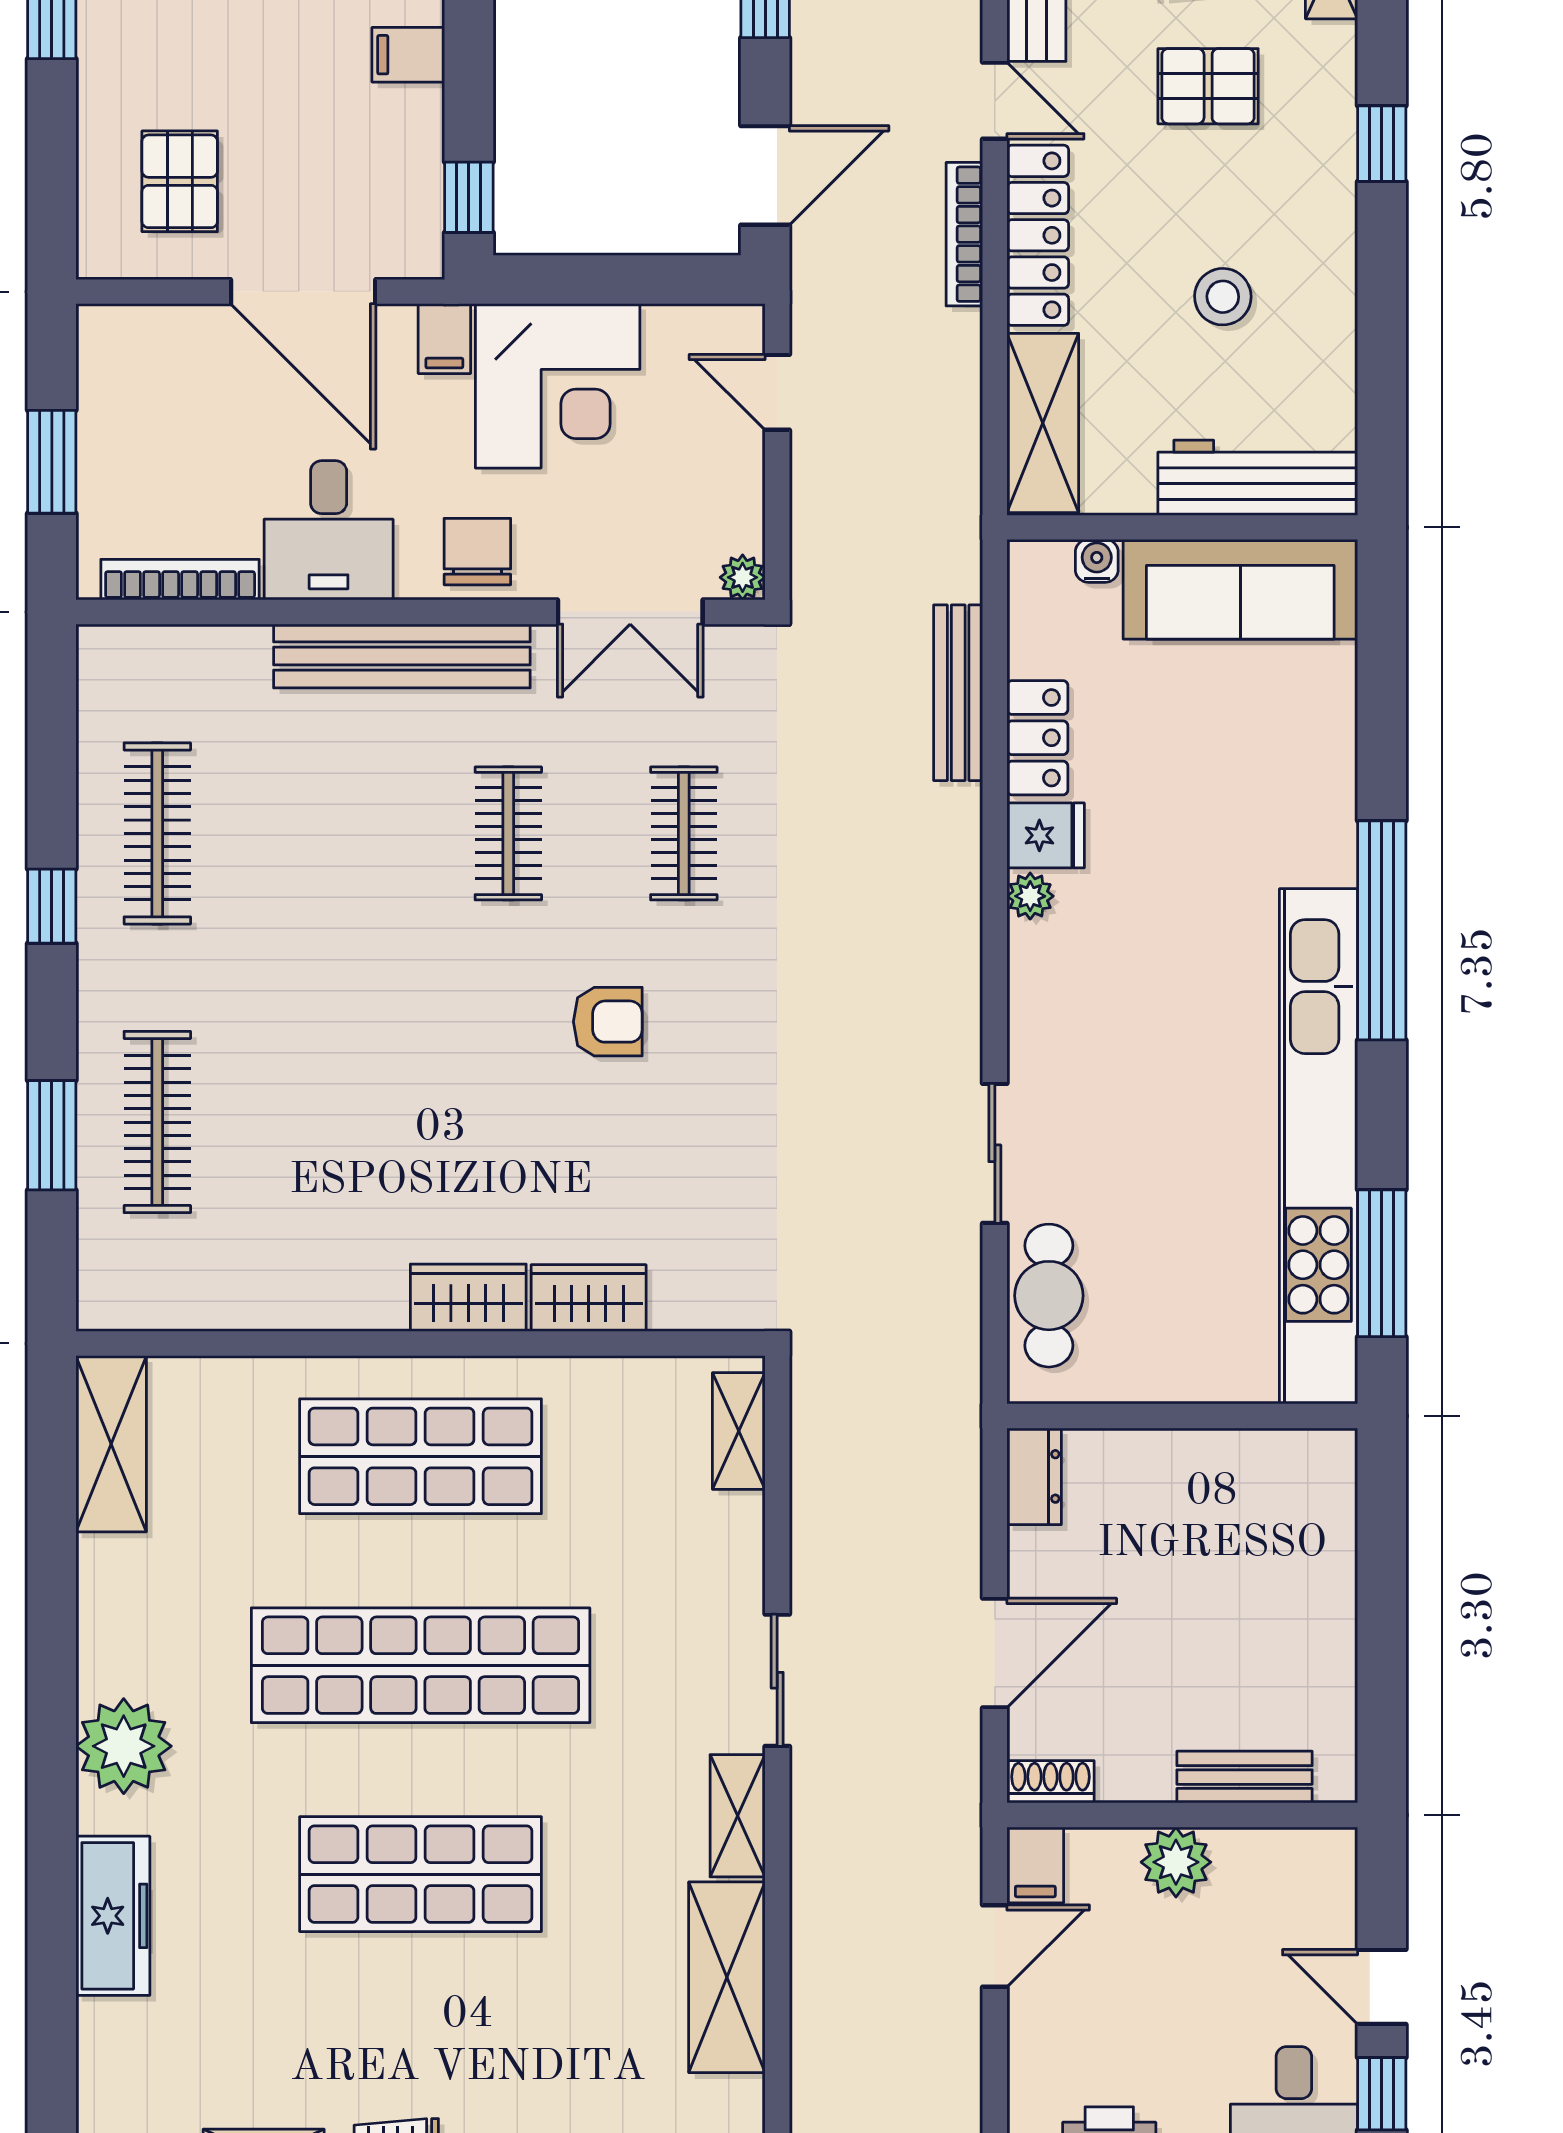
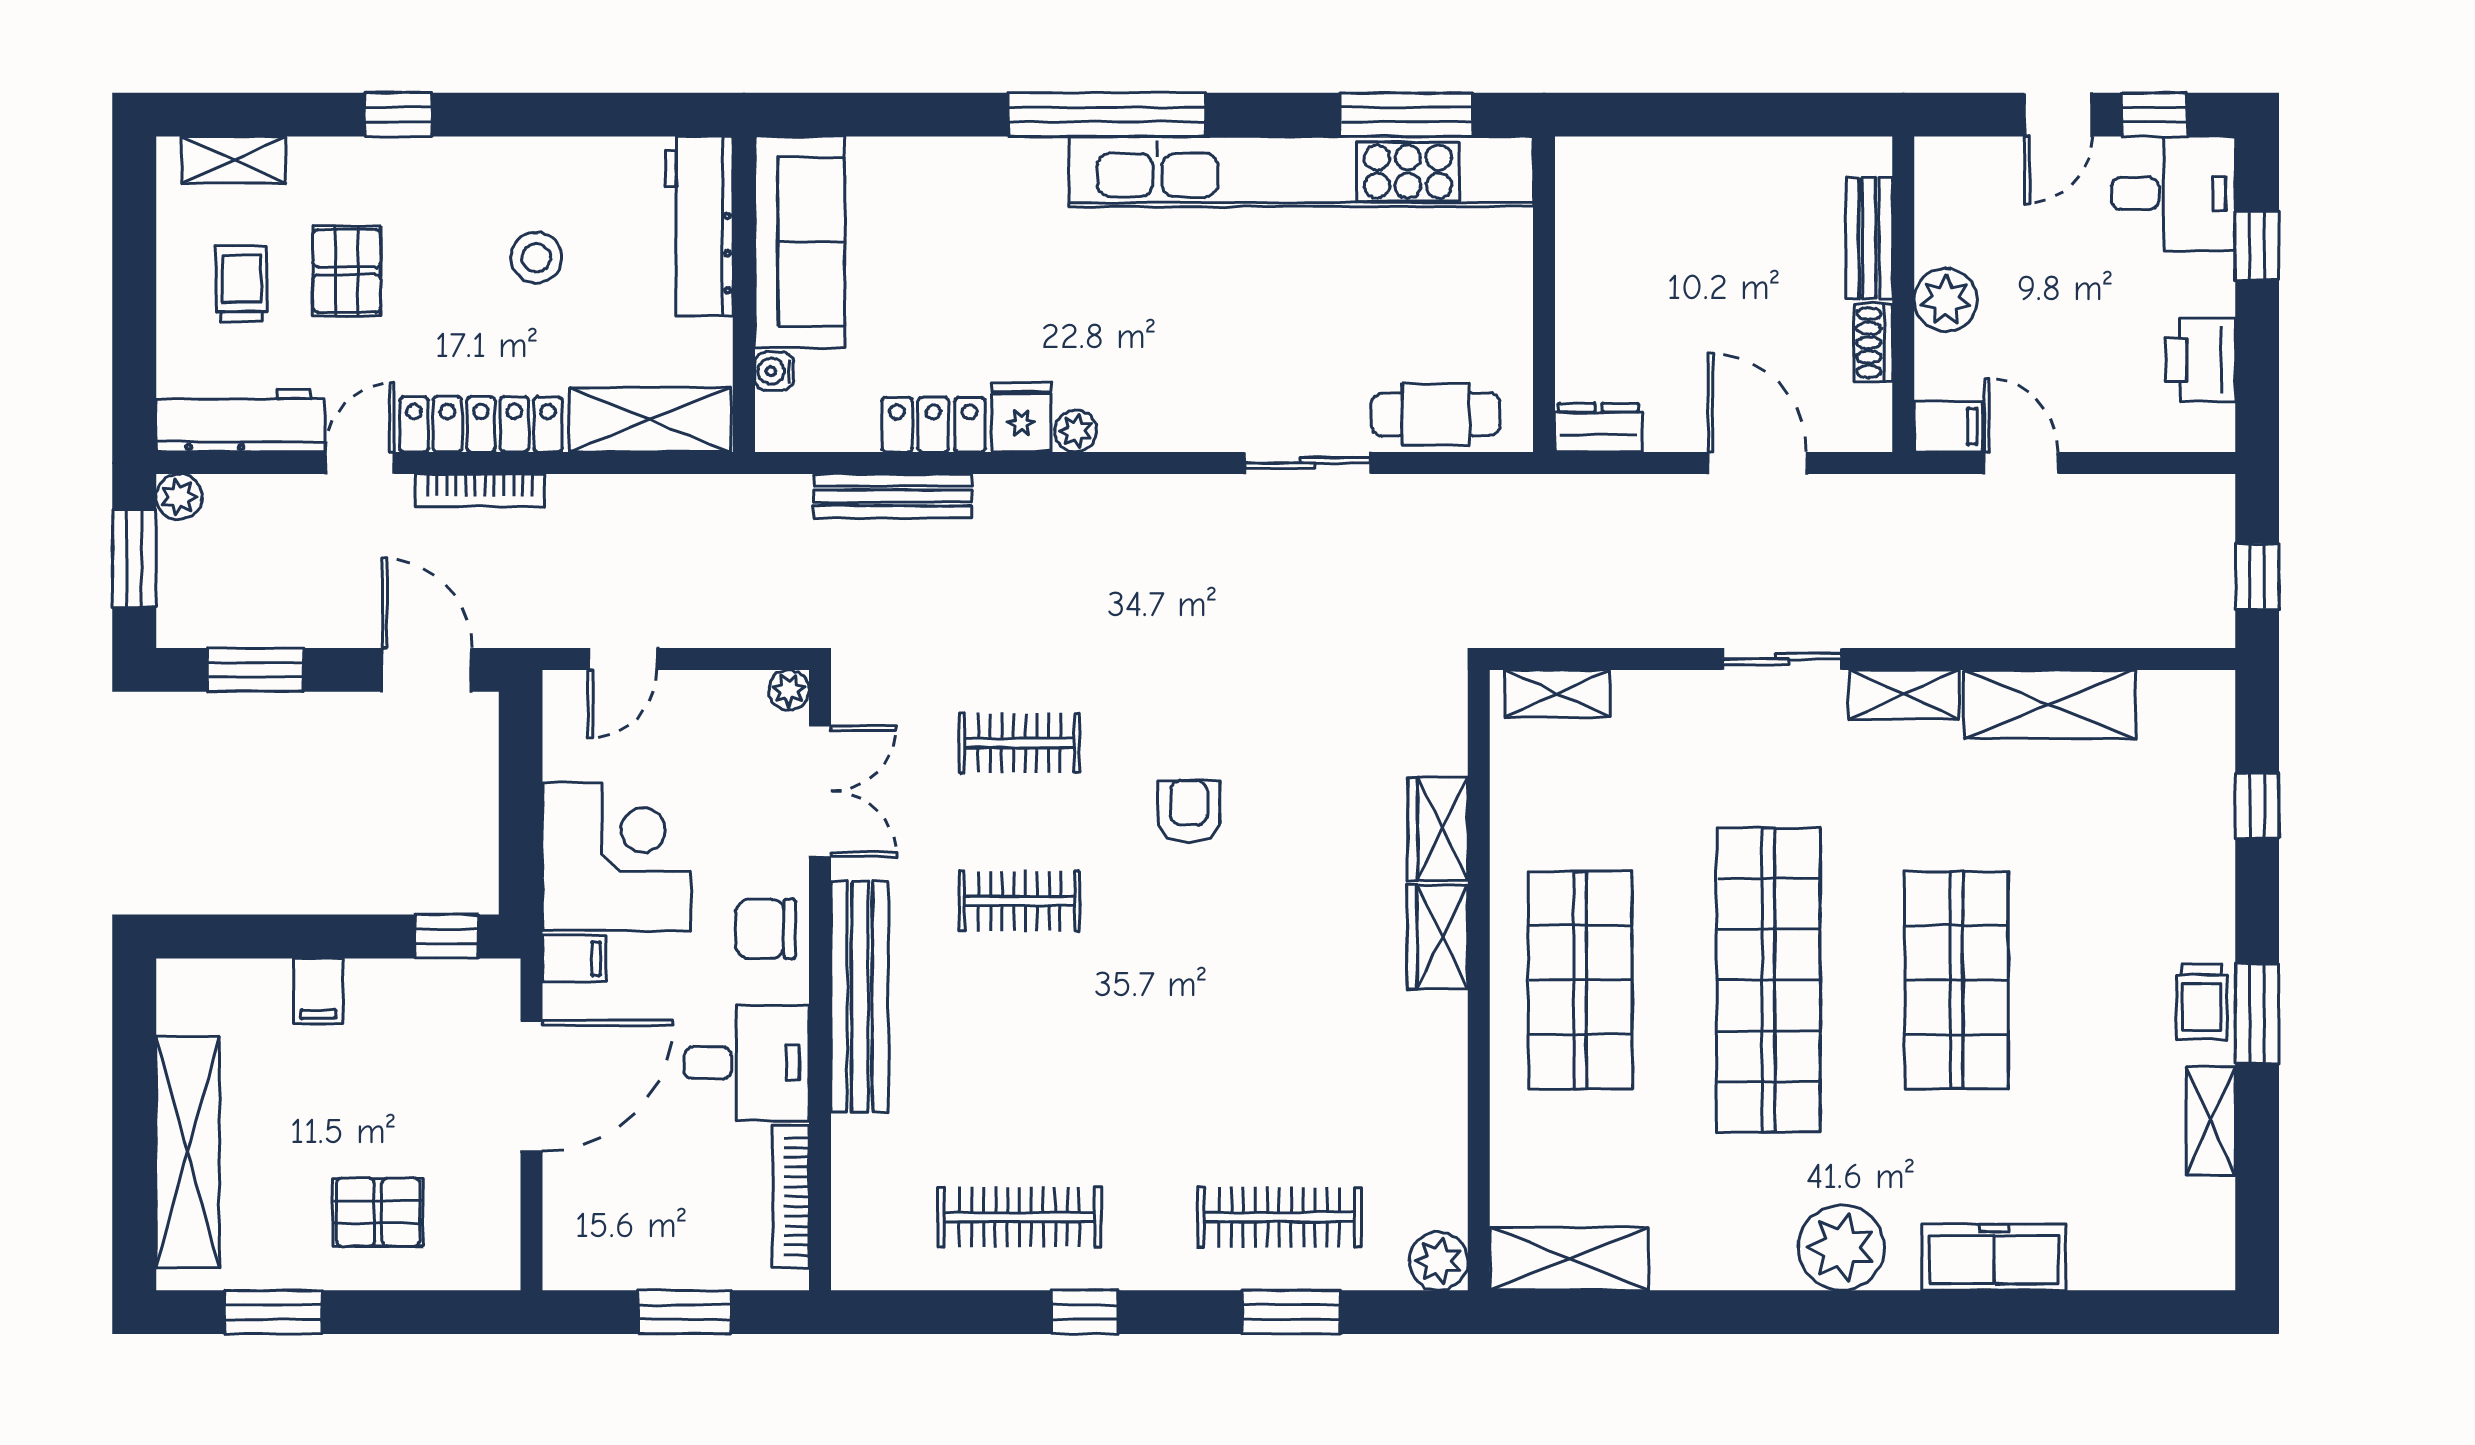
pallet: (180, 181) -> (378, 1212), moved
plant: (108, 1299) -> (1439, 1261), added
shoe rack: (1050, 1782) -> (1873, 343), moved

